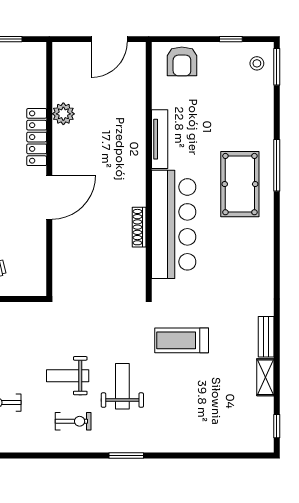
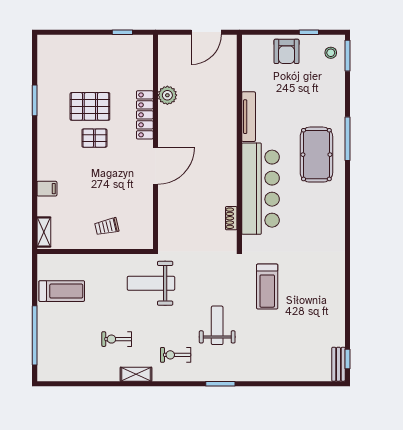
armchair: (182, 61) -> (287, 51), moved
shoe rack: (139, 227) -> (231, 218), moved, width x0.70
bench: (266, 337) -> (338, 364), moved
treadmill: (182, 340) -> (267, 287), turned -90
weight bench: (68, 376) -> (151, 283), moved, width x1.36, depth x1.33
shelving: (265, 377) -> (136, 374), moved, turned 90
exercise bike: (73, 421) -> (176, 355), turned 180

